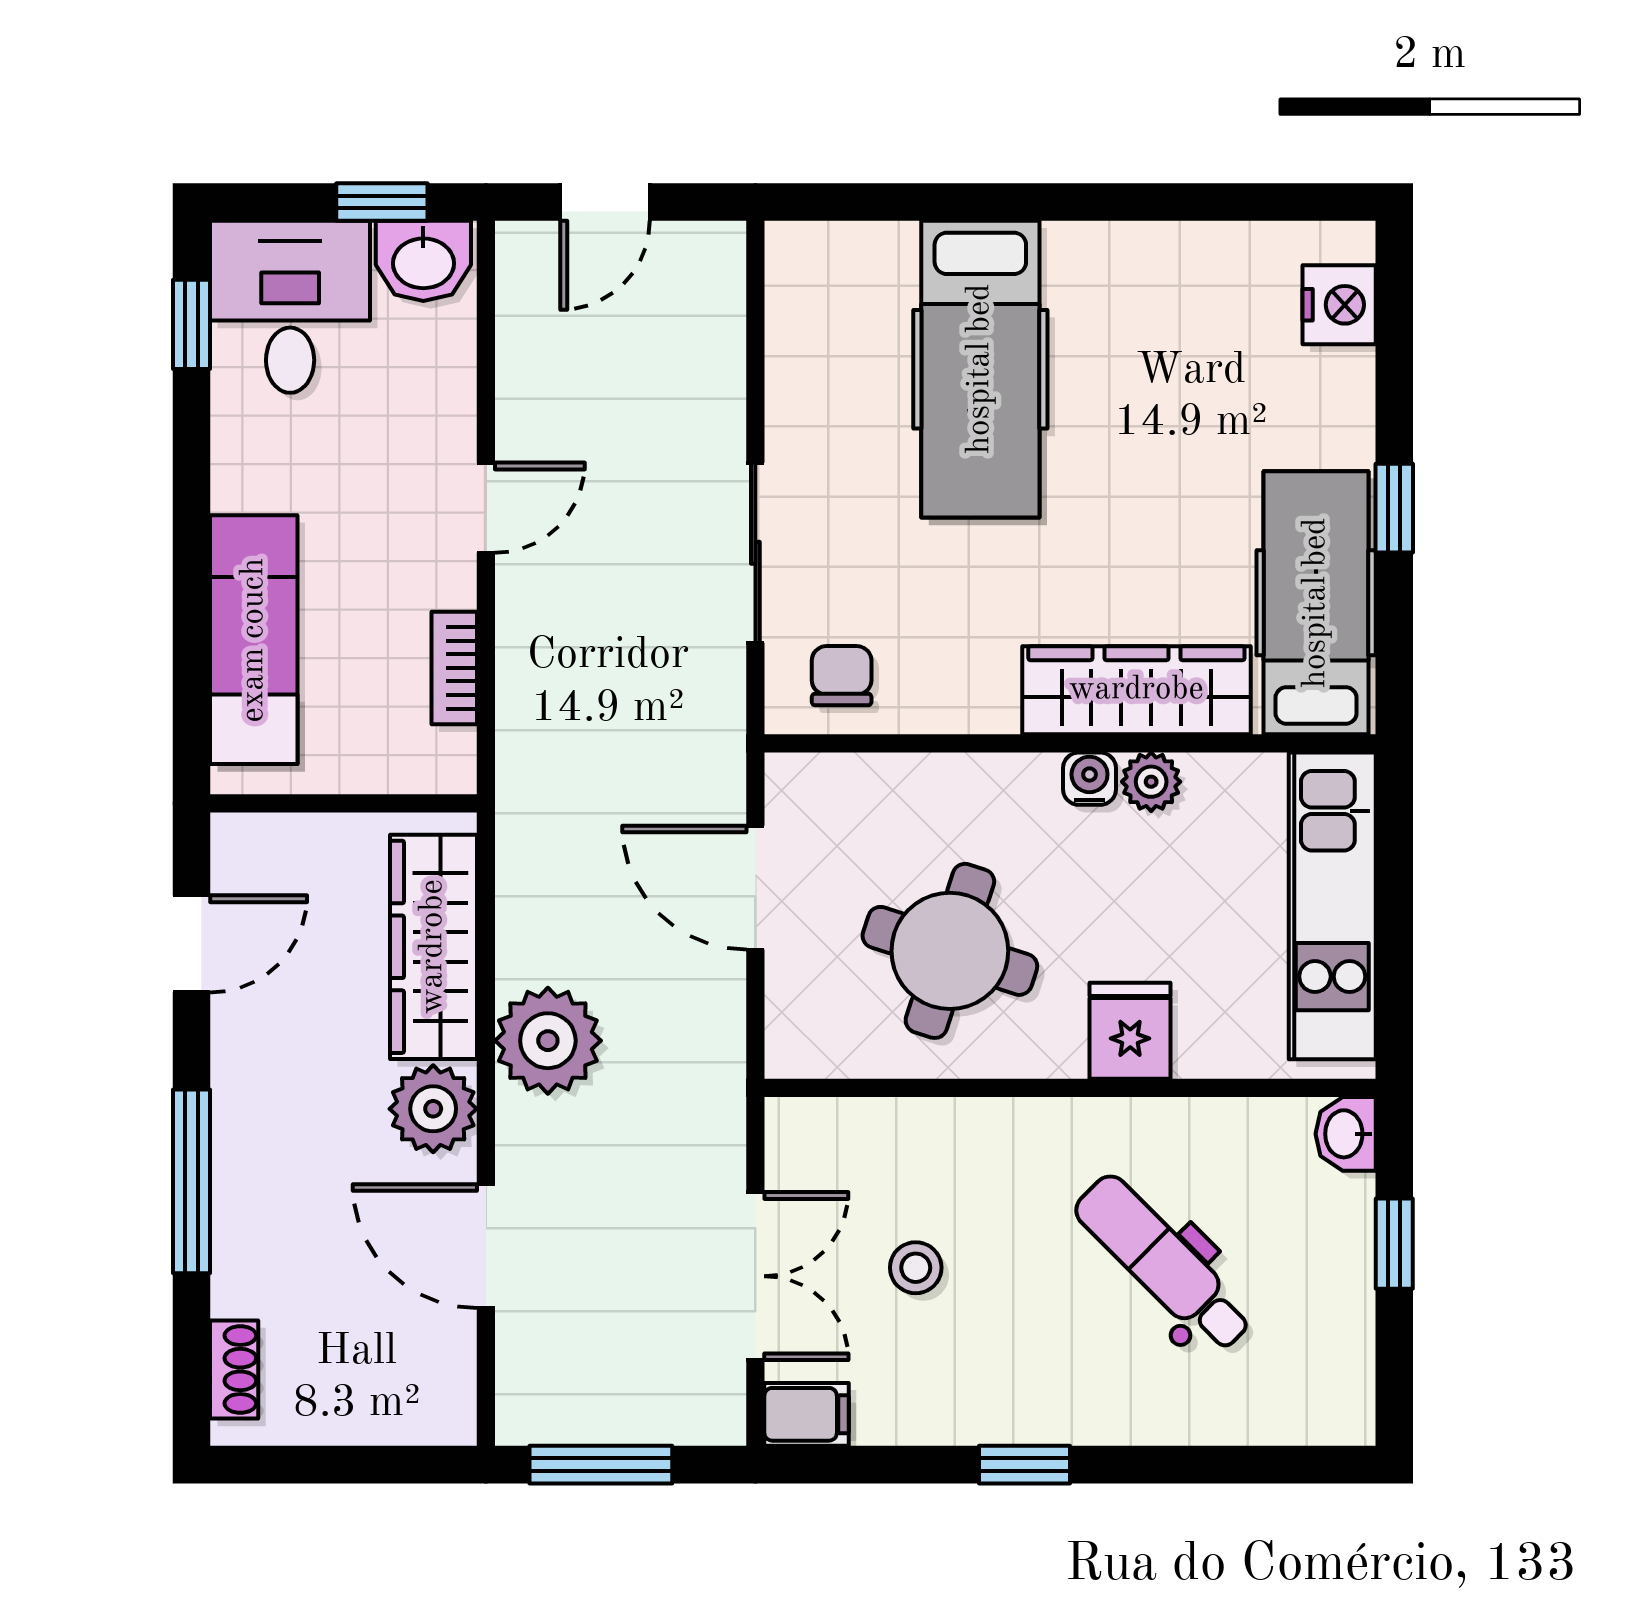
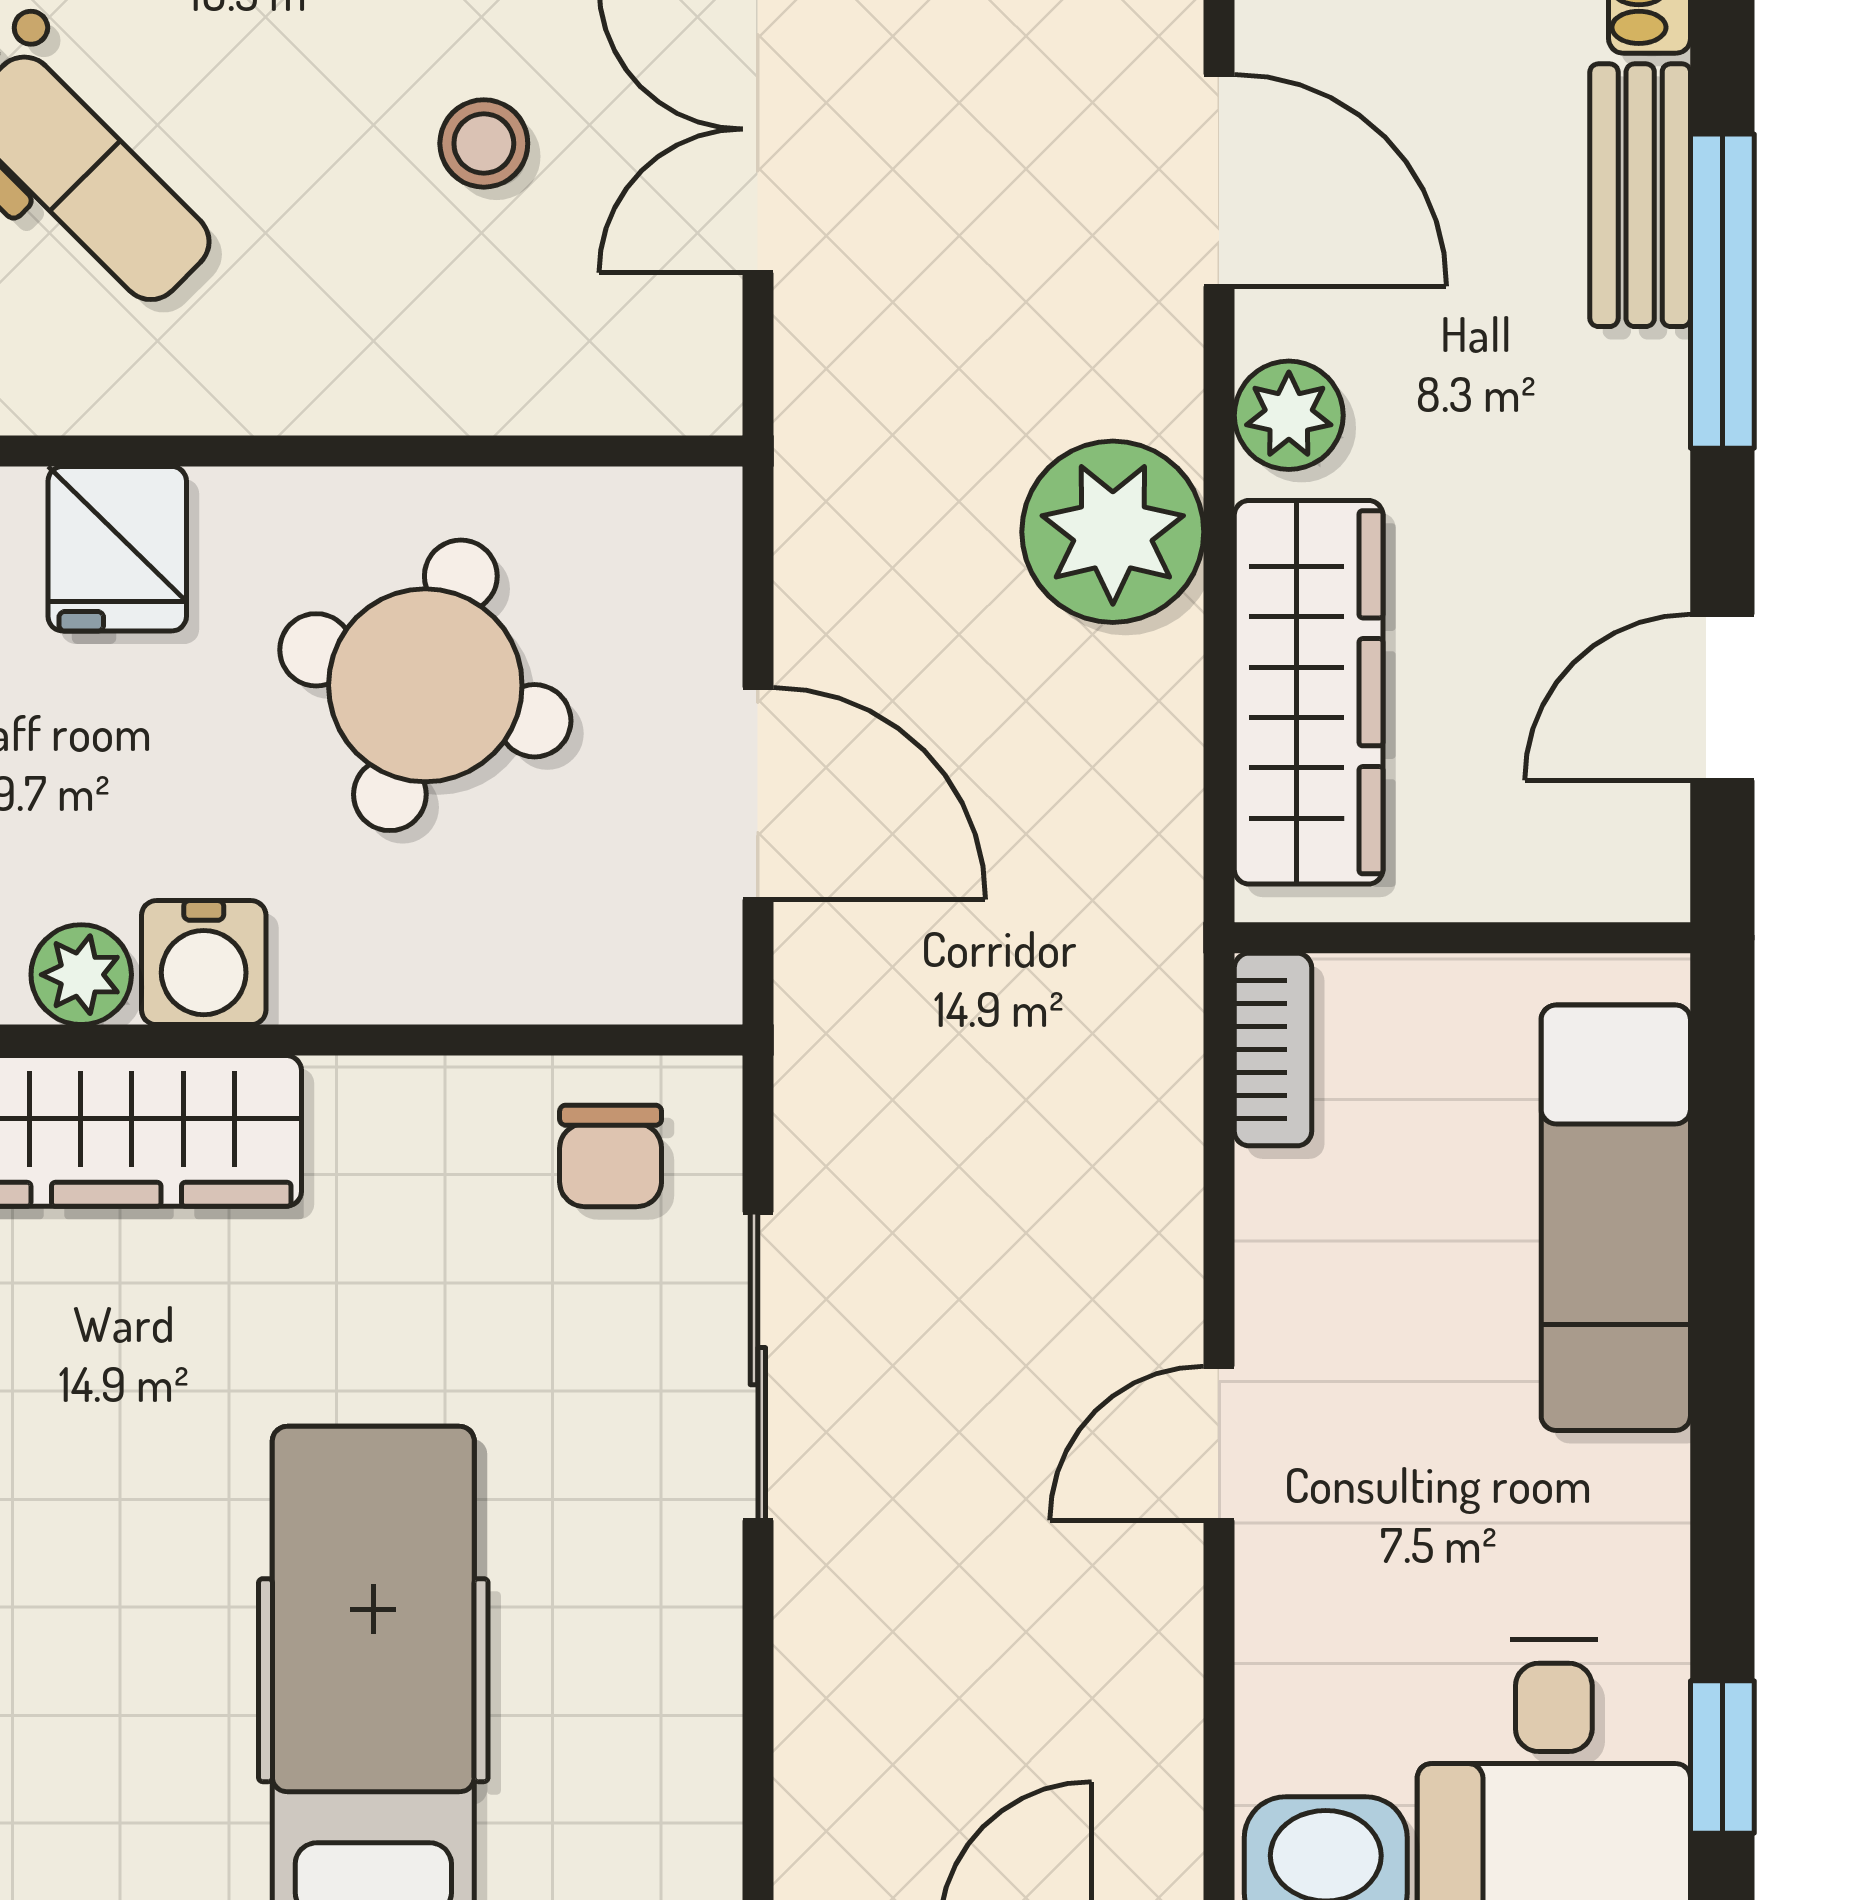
bookcase: (454, 668) -> (1273, 1049), moved
water cooler: (1090, 779) -> (204, 963), width x1.38, depth x1.38
plant: (433, 1109) -> (1289, 415), width x0.73, depth x0.73
bench: (240, 1237) -> (1640, 195), added

